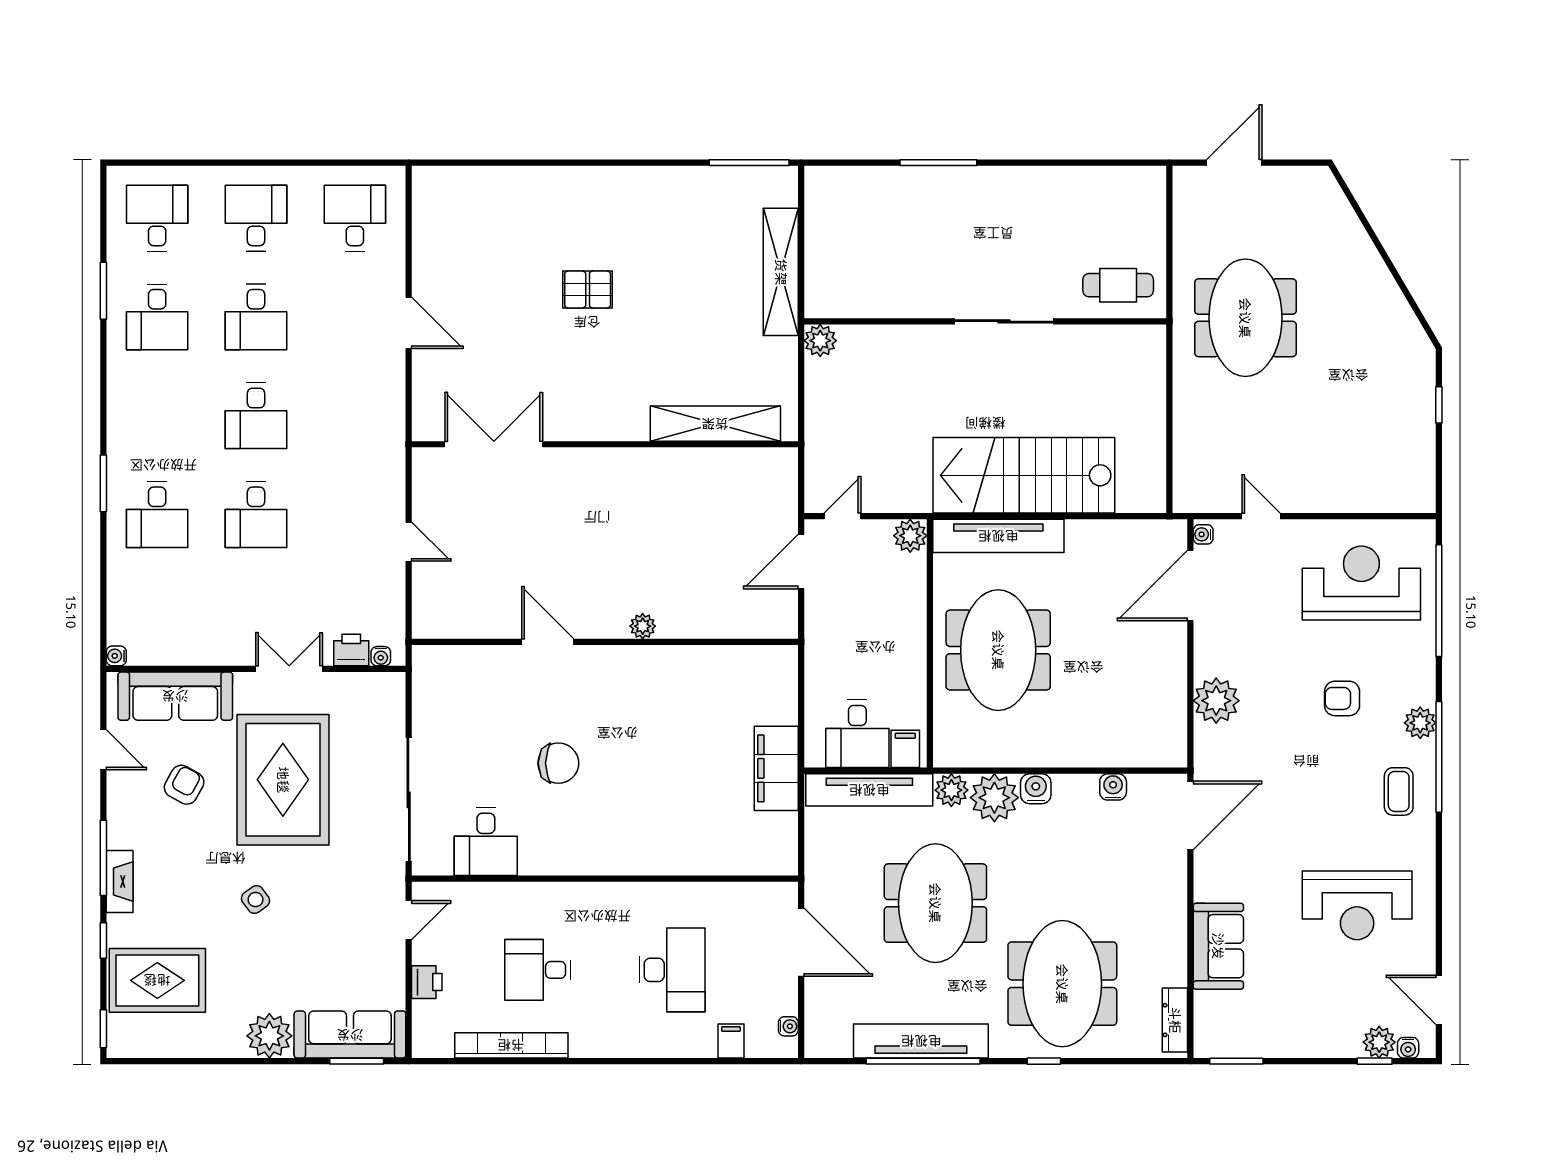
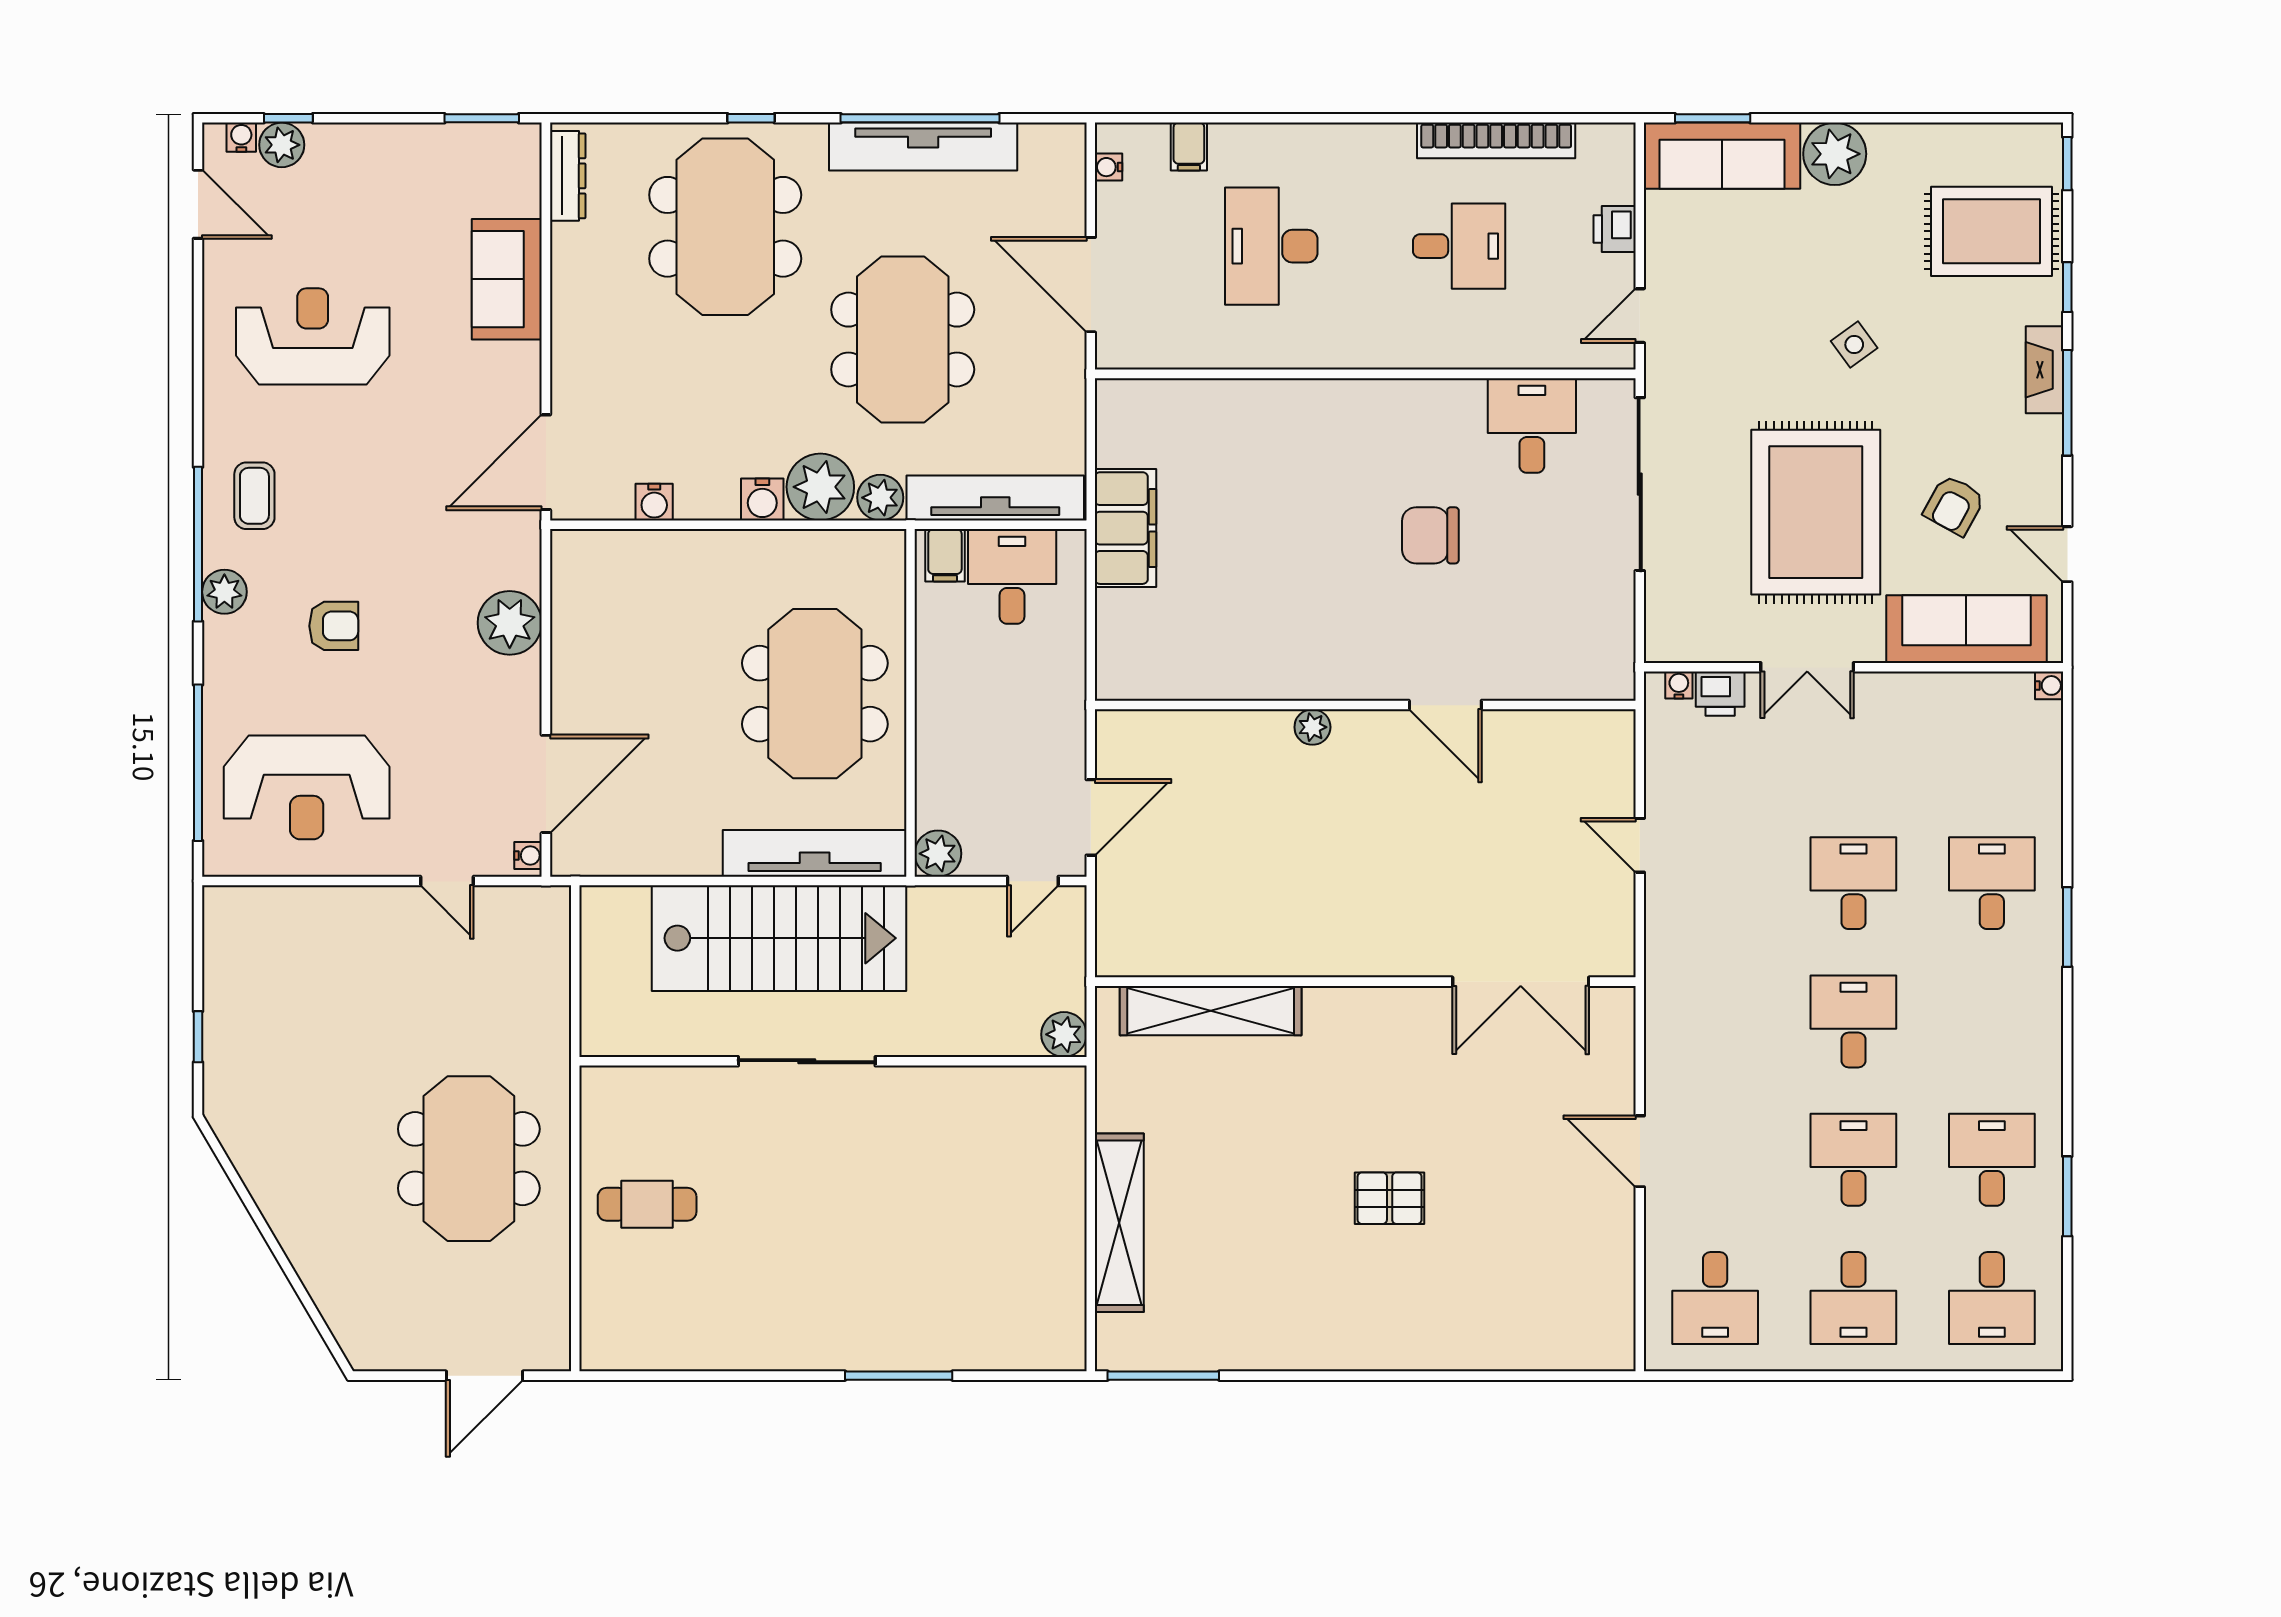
wall: (985, 321) -> (833, 1061), moved
sliding door: (1004, 321) -> (807, 1061), moved
plant: (820, 341) -> (1064, 1034), moved

